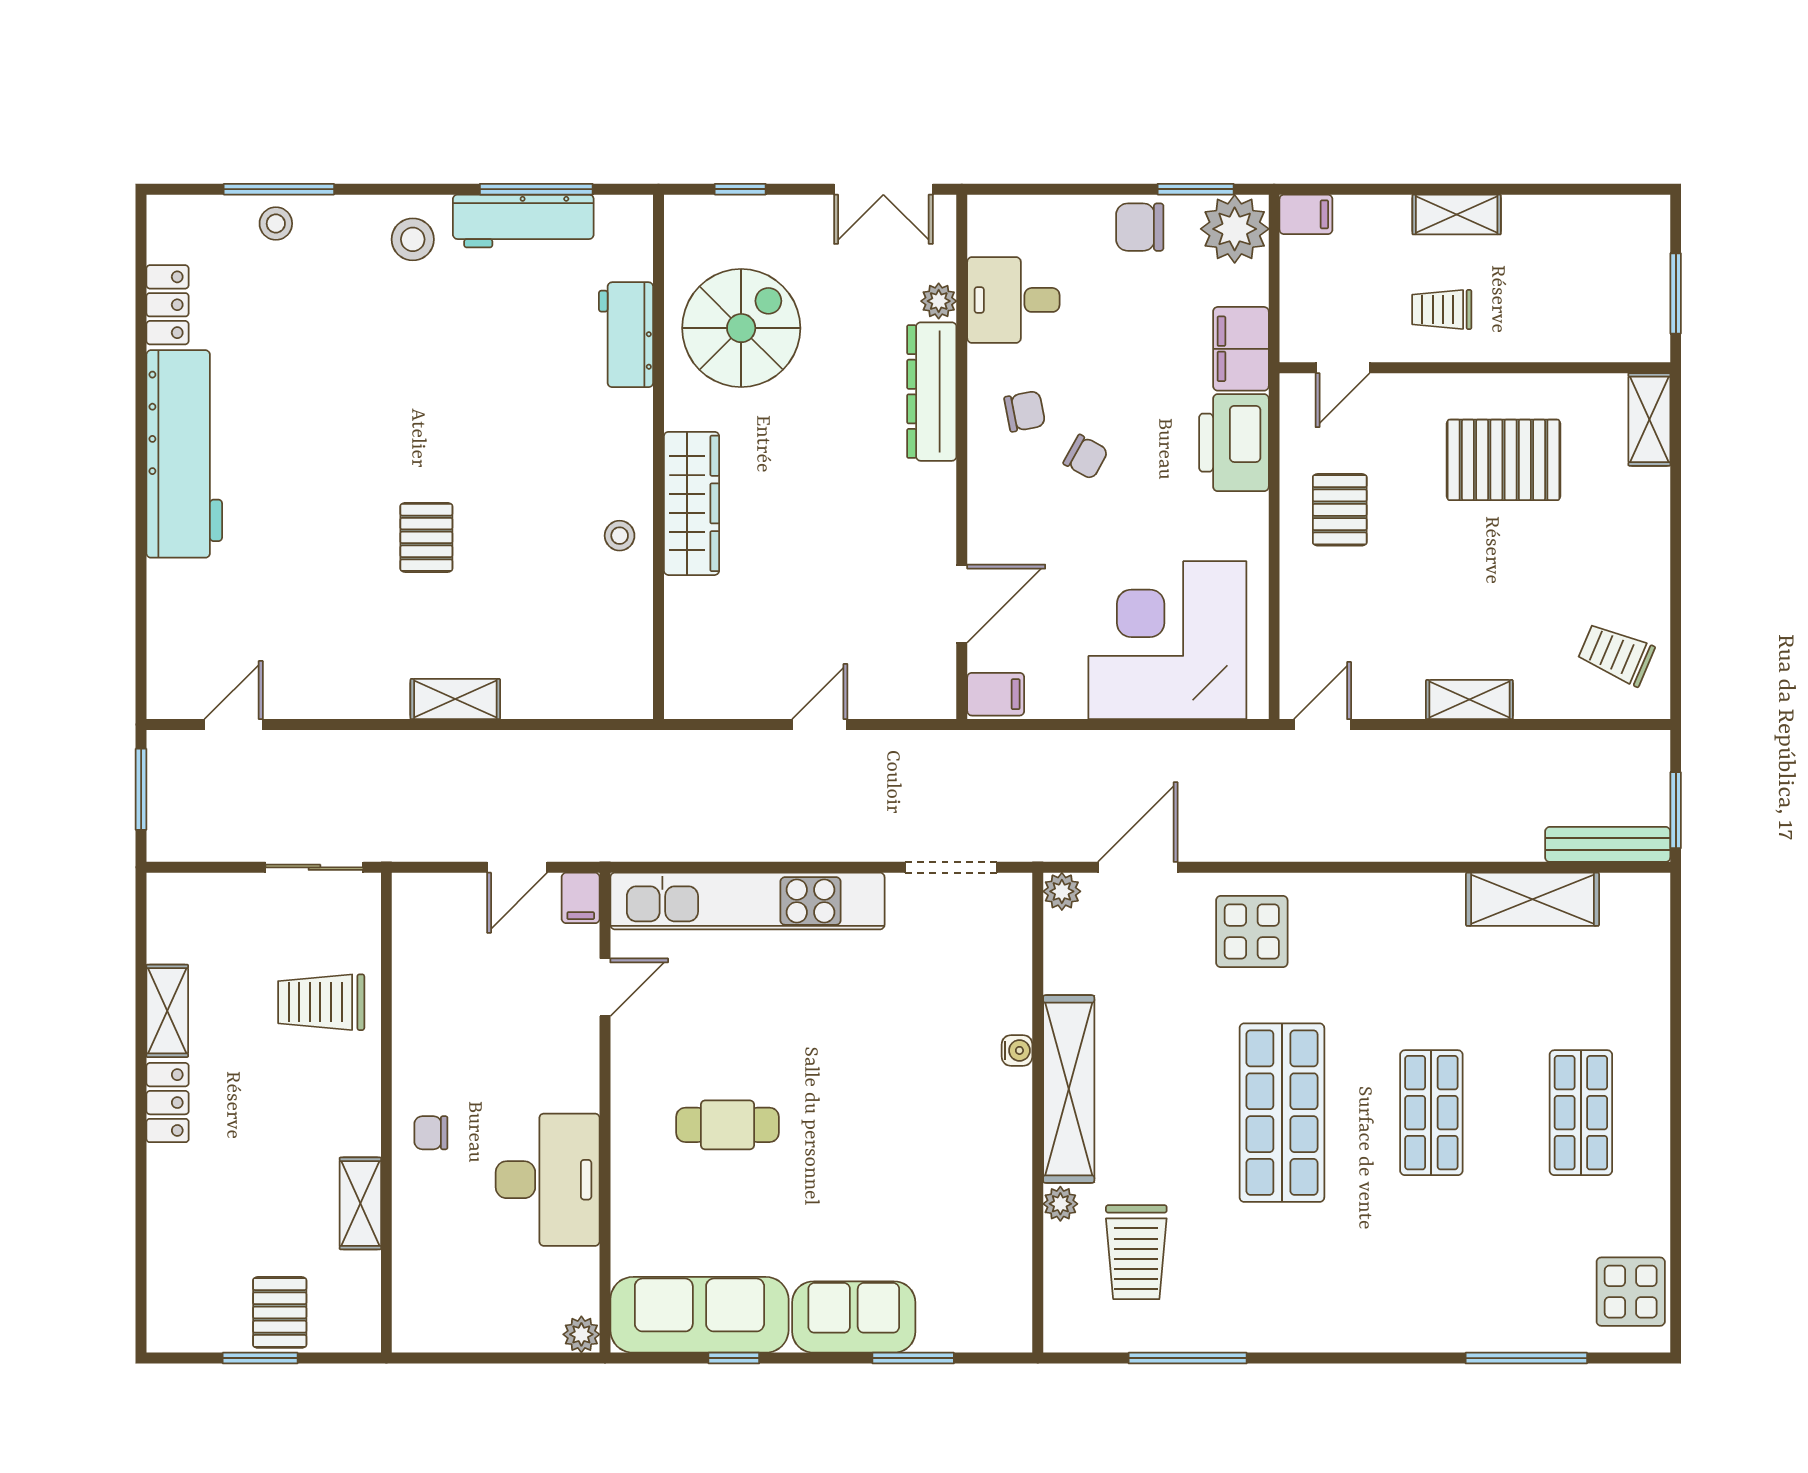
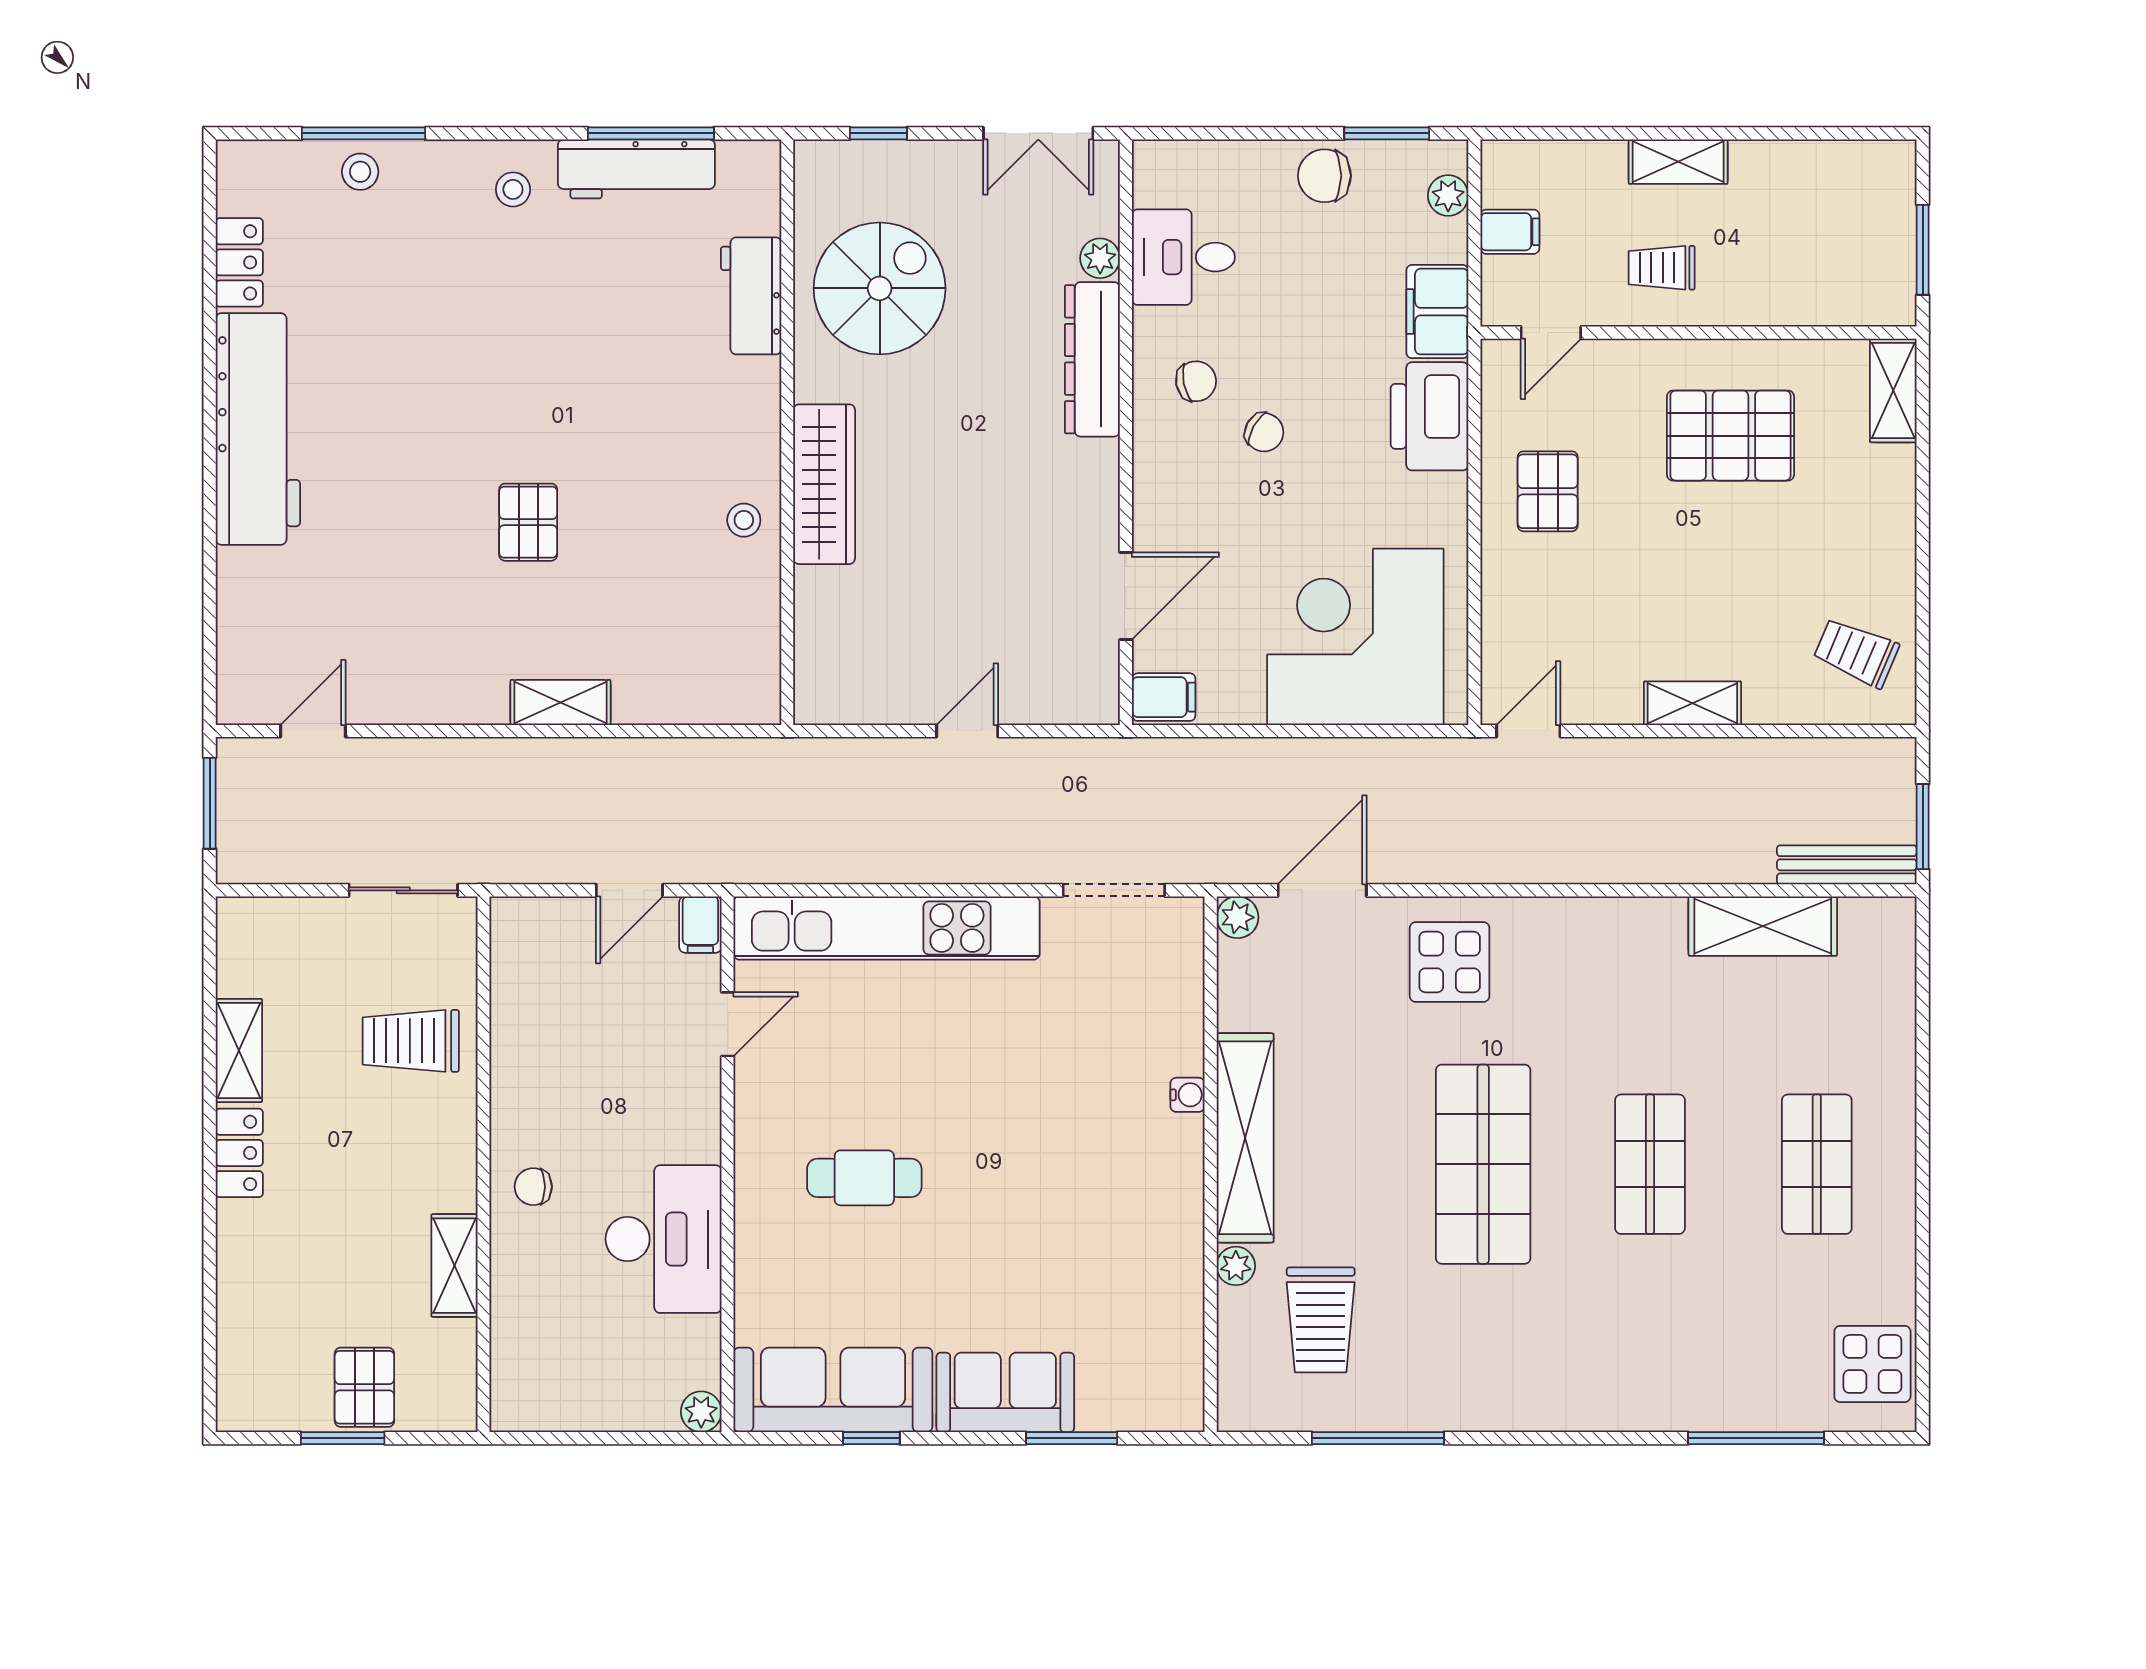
filing cabinet: (1306, 214) -> (1510, 232), moved
plant: (1235, 229) -> (1448, 196), width x0.53, depth x0.53
stool: (413, 239) -> (513, 189), width x0.73, depth x0.73

